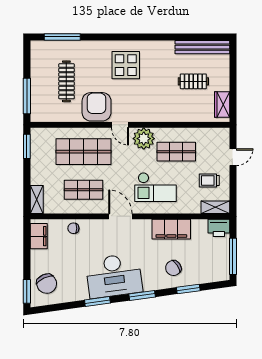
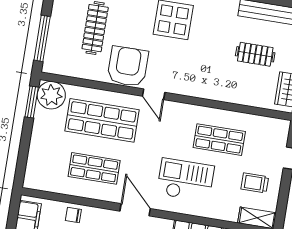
plant: (144, 139) -> (51, 95), moved
checkout: (155, 187) -> (186, 180), turned 180
shelving: (37, 200) -> (33, 171), removed

